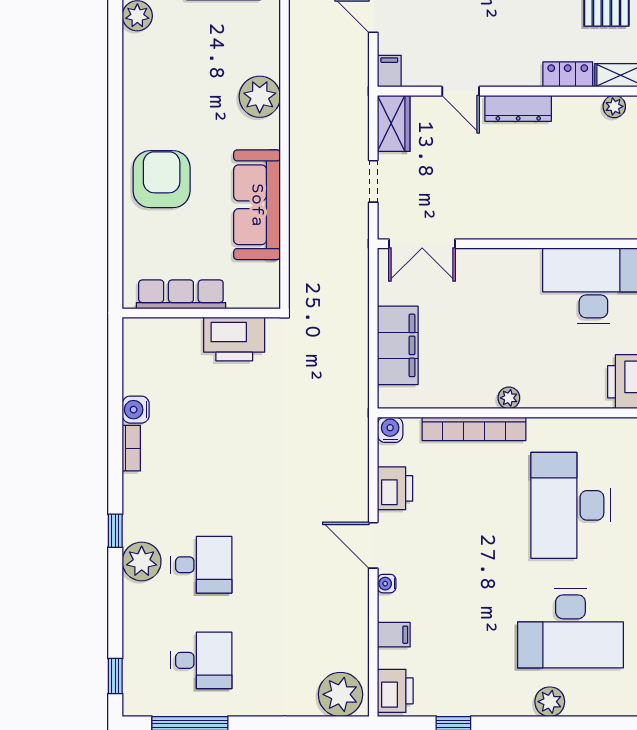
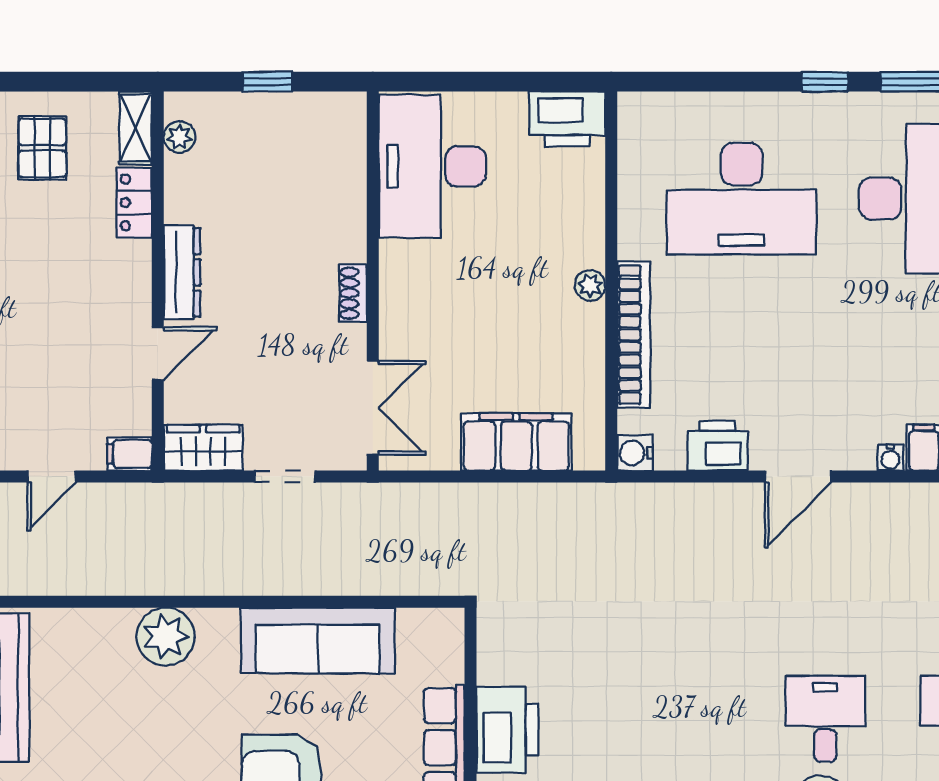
shoe rack: (503, 230) -> (353, 293), added
printer: (234, 339) -> (507, 730), moved
water cooler: (387, 584) -> (890, 458), moved

